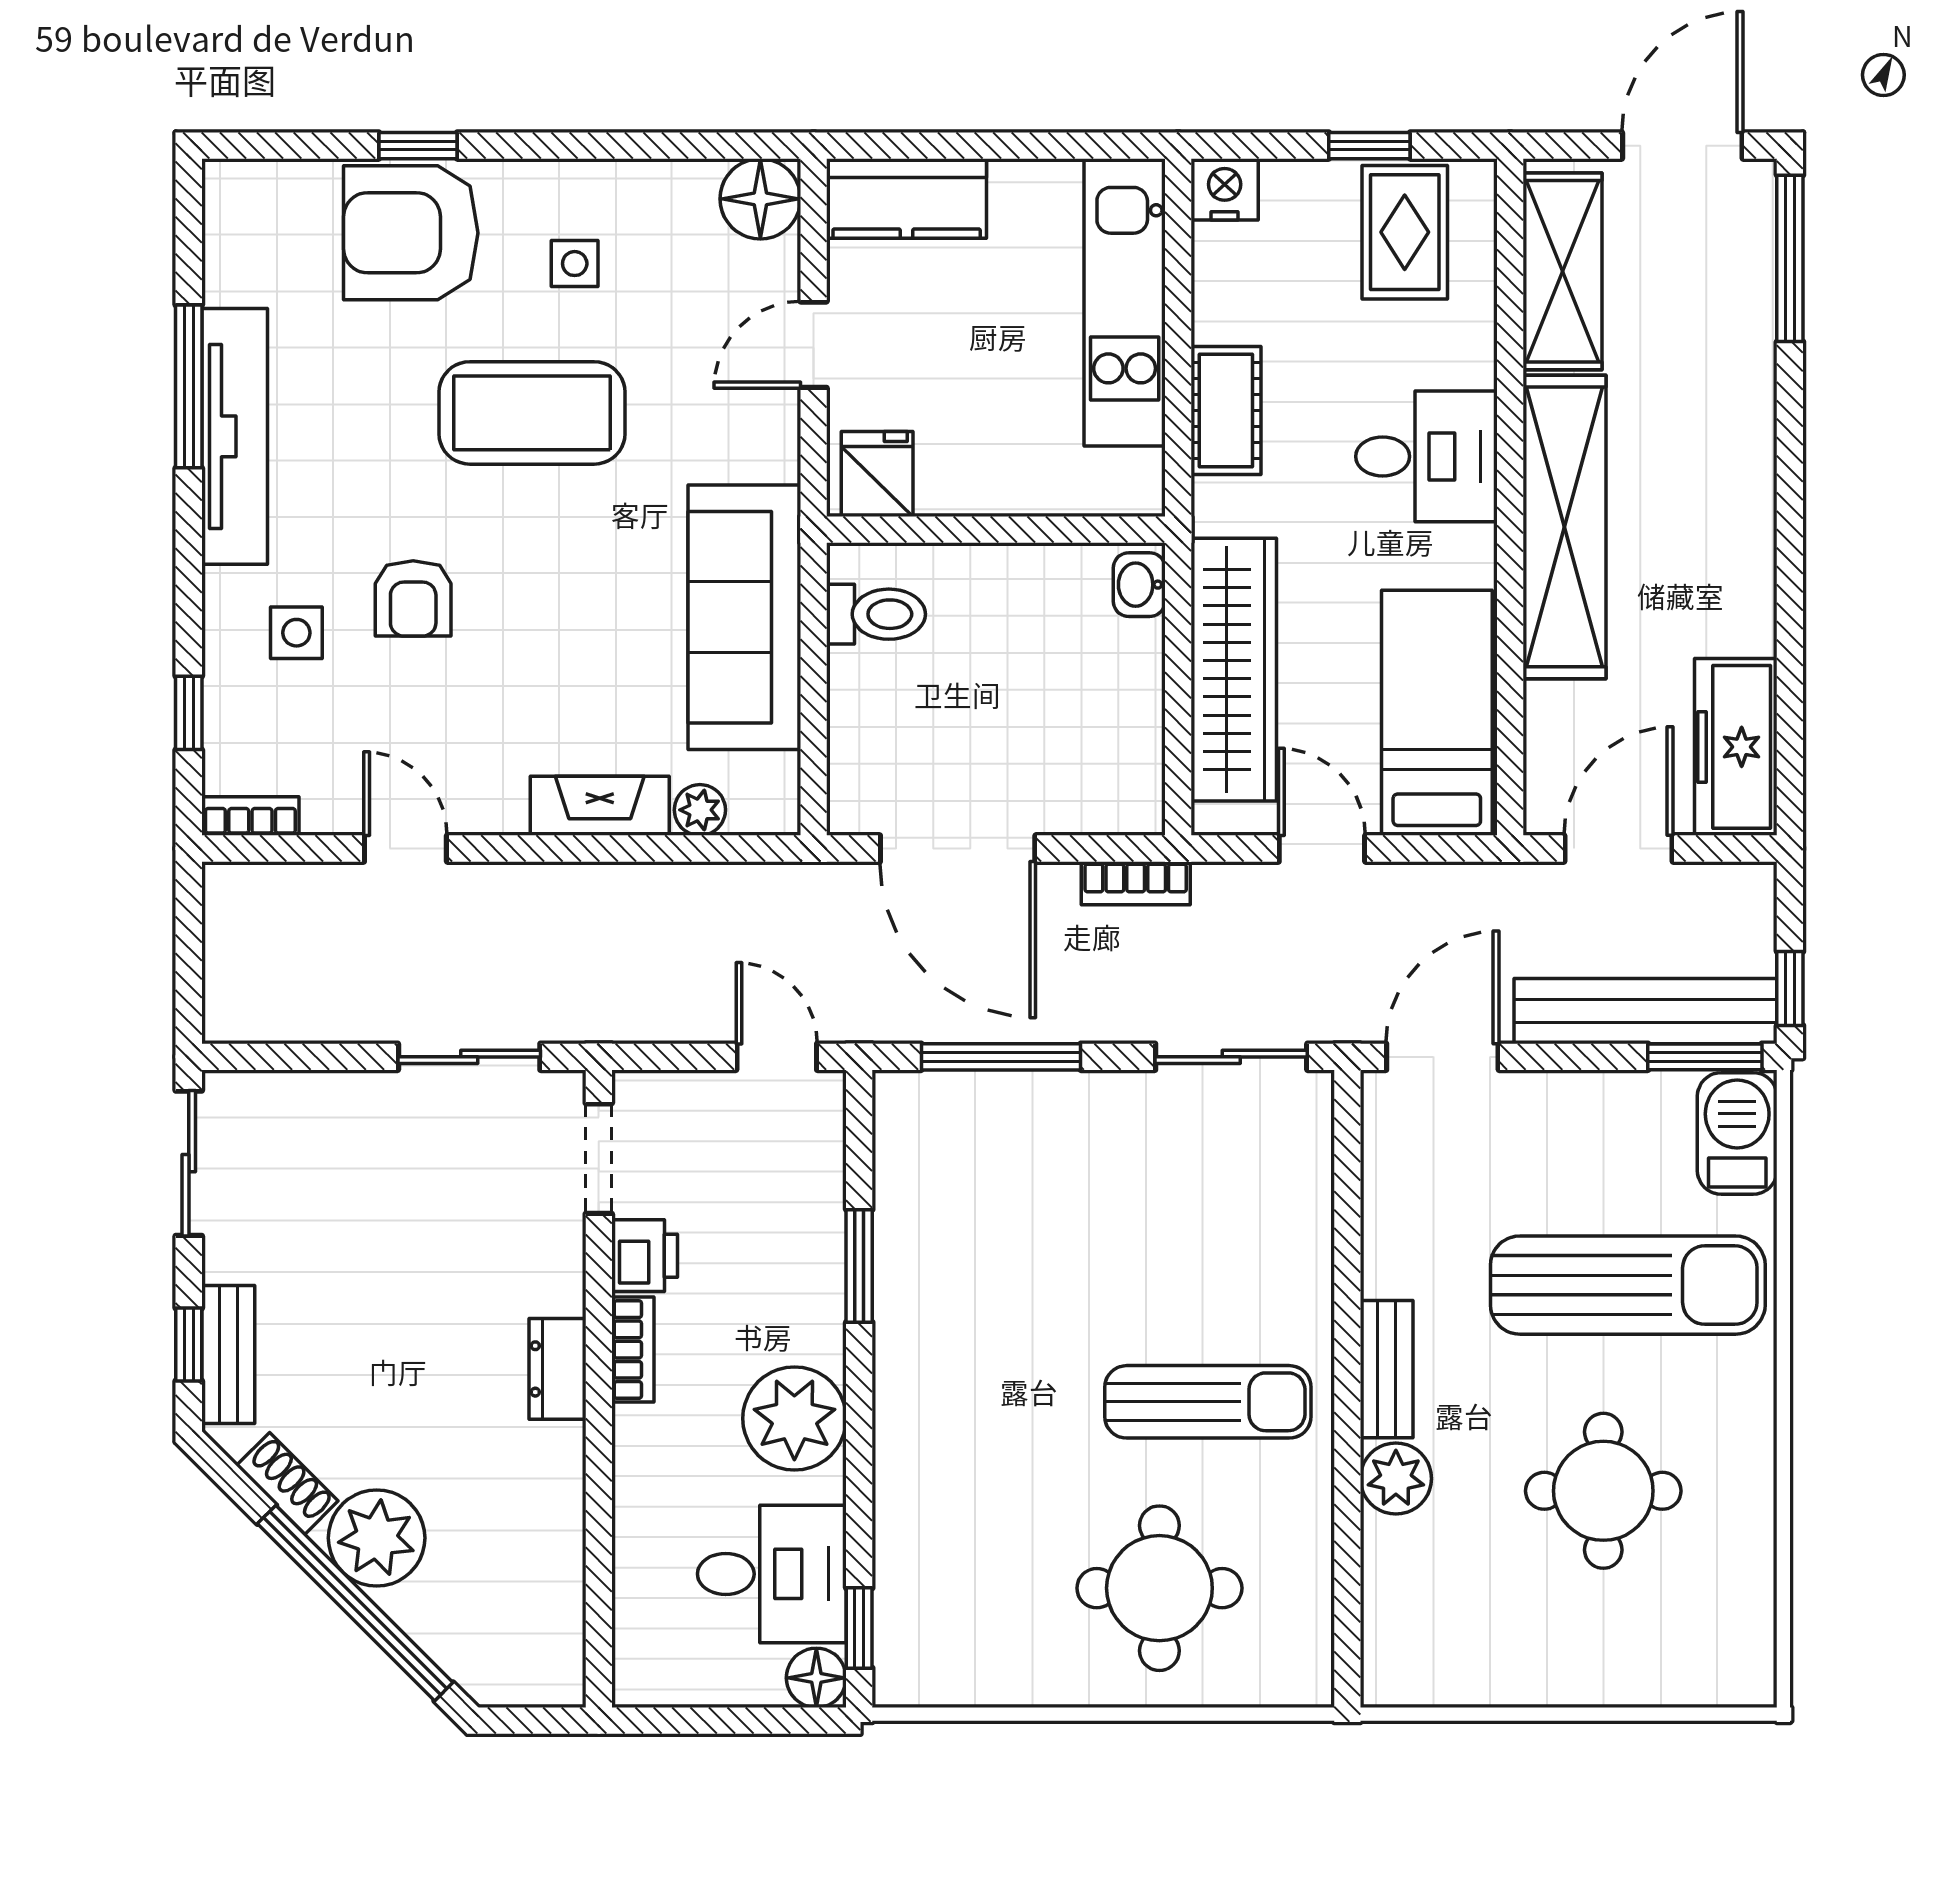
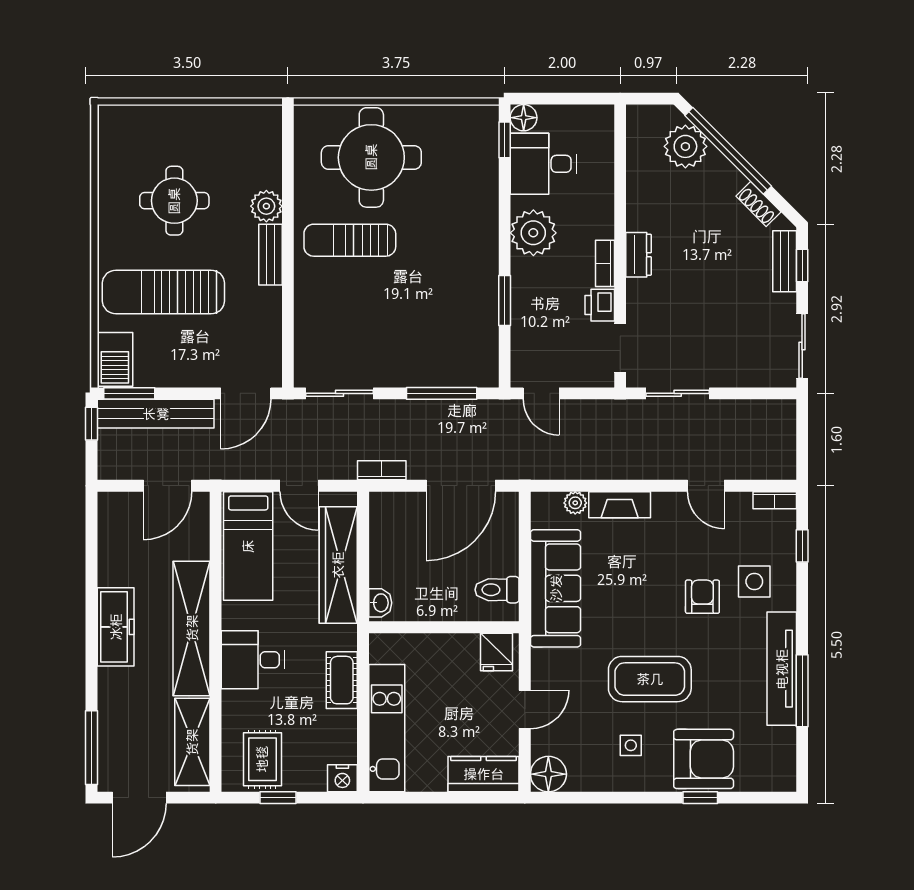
side table: (296, 633) -> (754, 581), width x1.37, depth x1.37
freezer: (1736, 747) -> (116, 627), moved
door: (958, 848) -> (461, 486), swing flipped
plant: (377, 1538) -> (685, 146), moved
round table: (1159, 1588) -> (371, 157), width x1.36, depth x1.36

